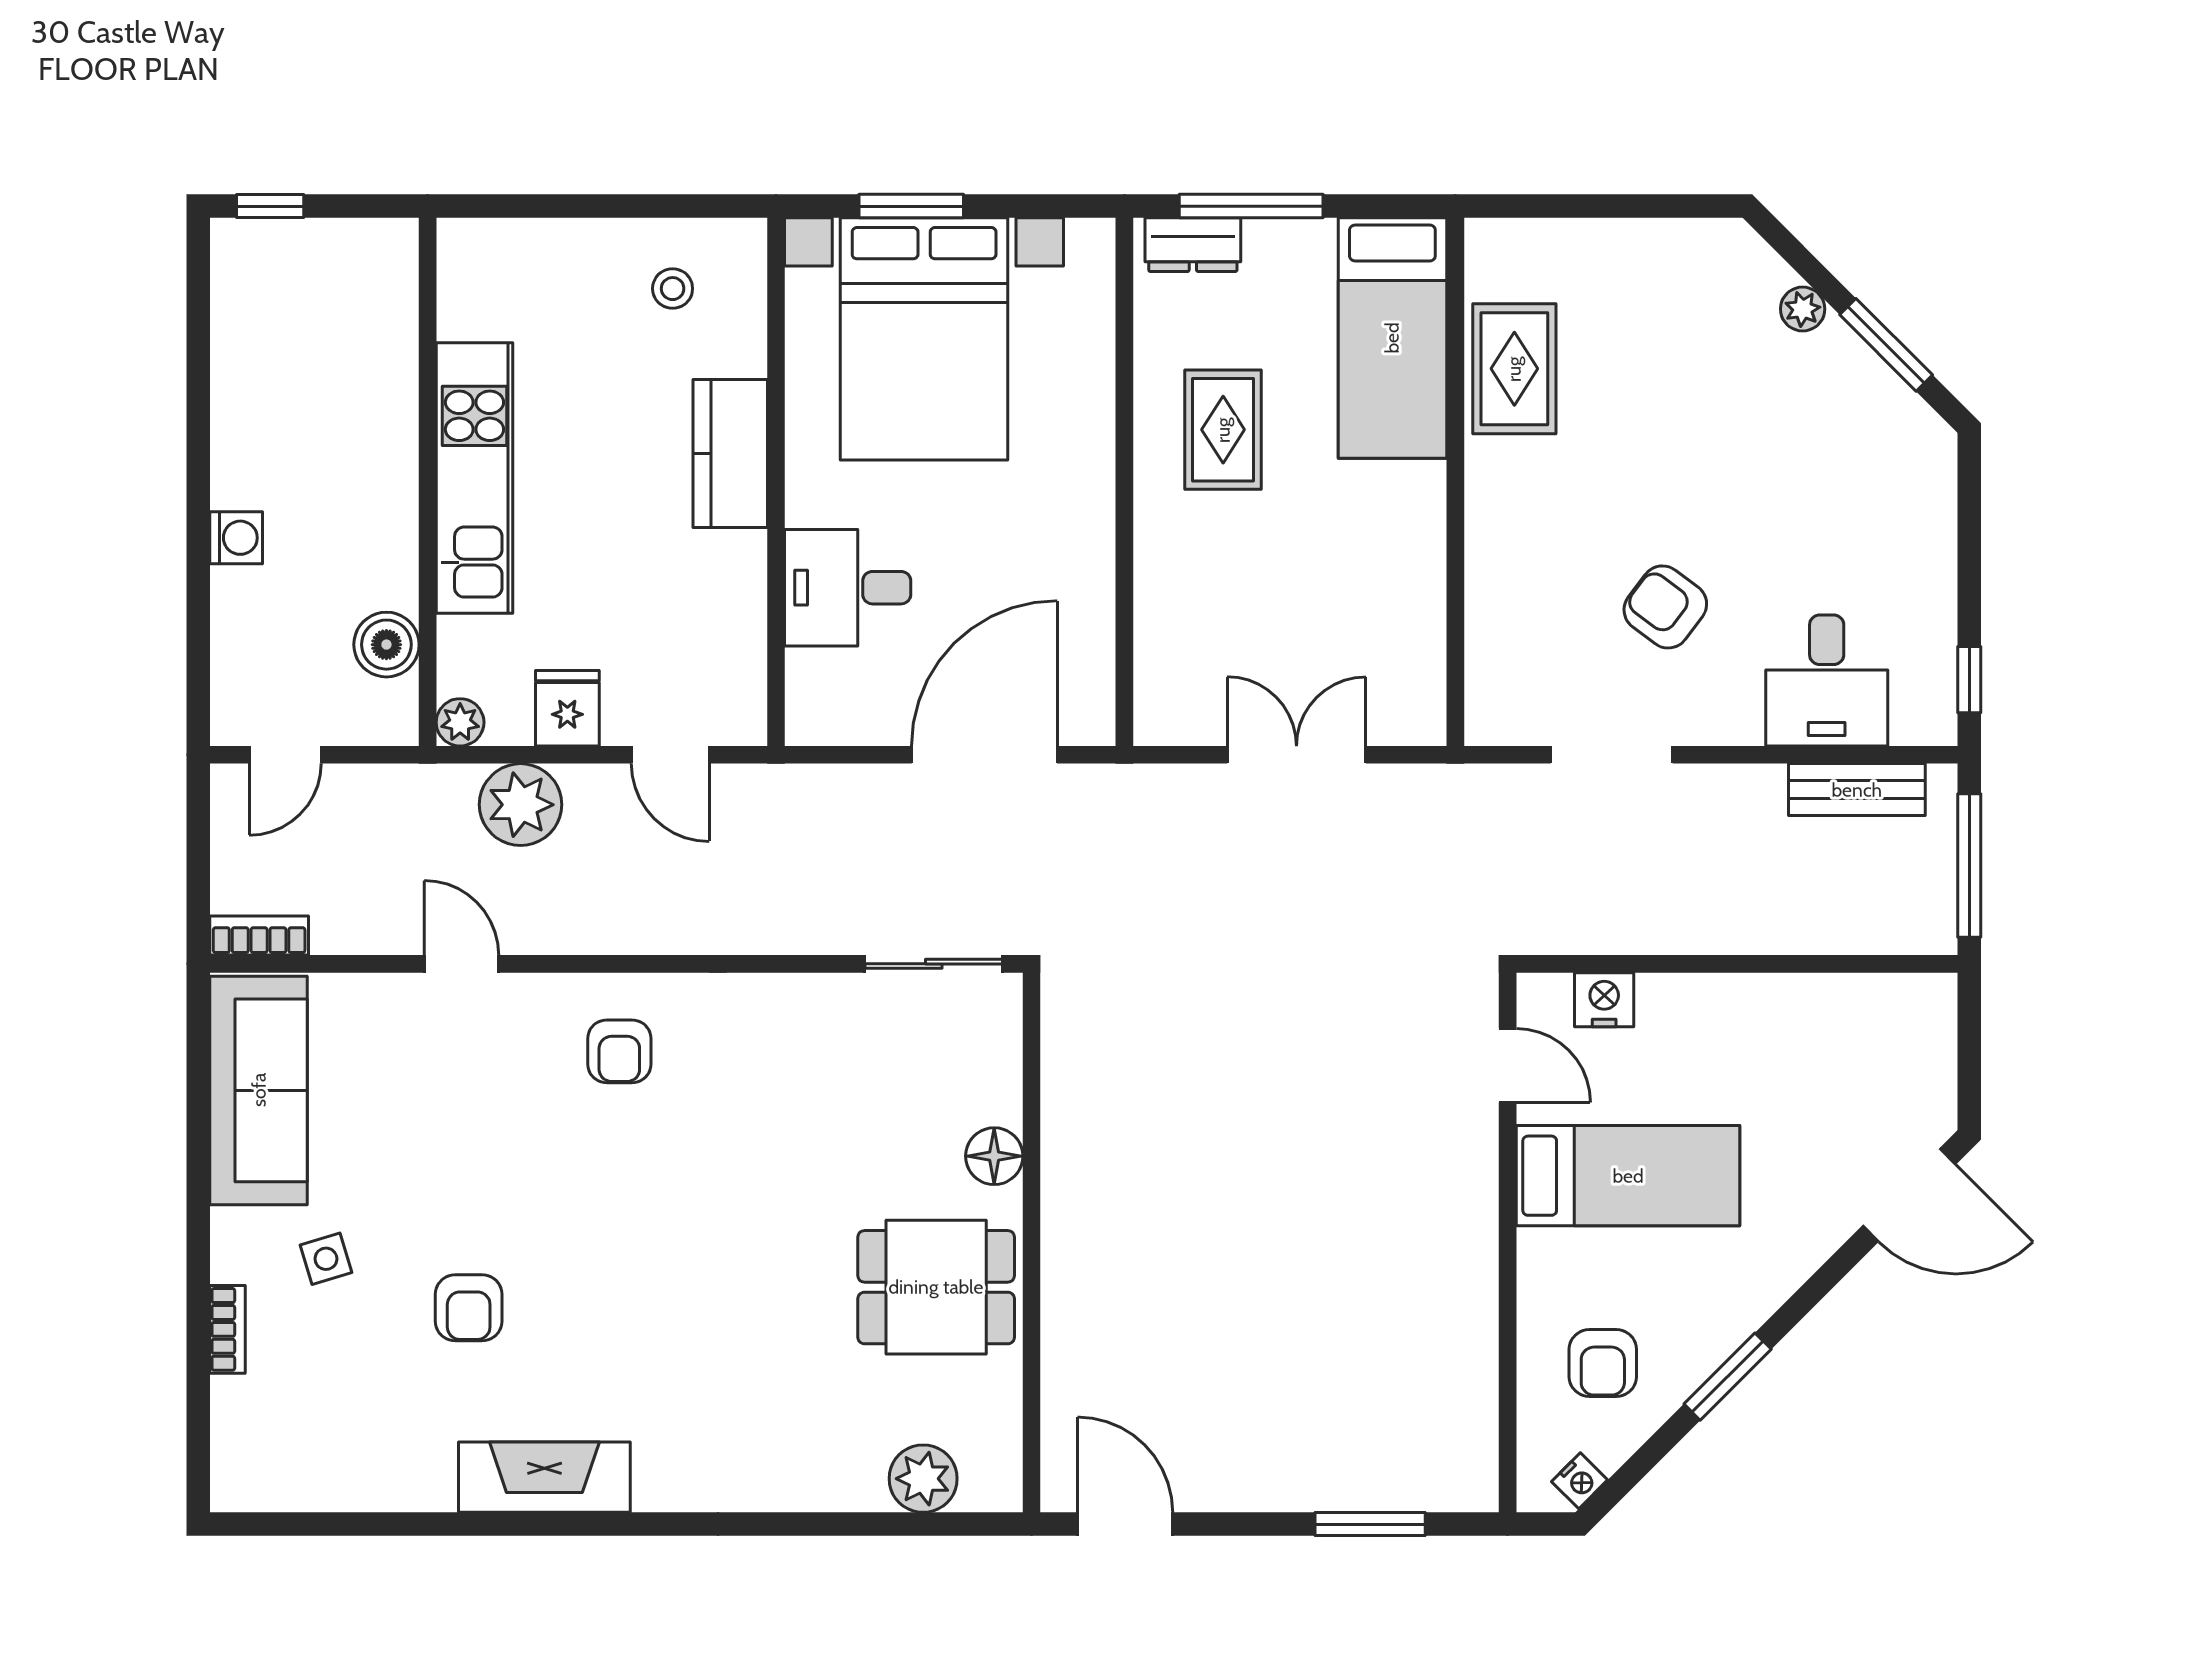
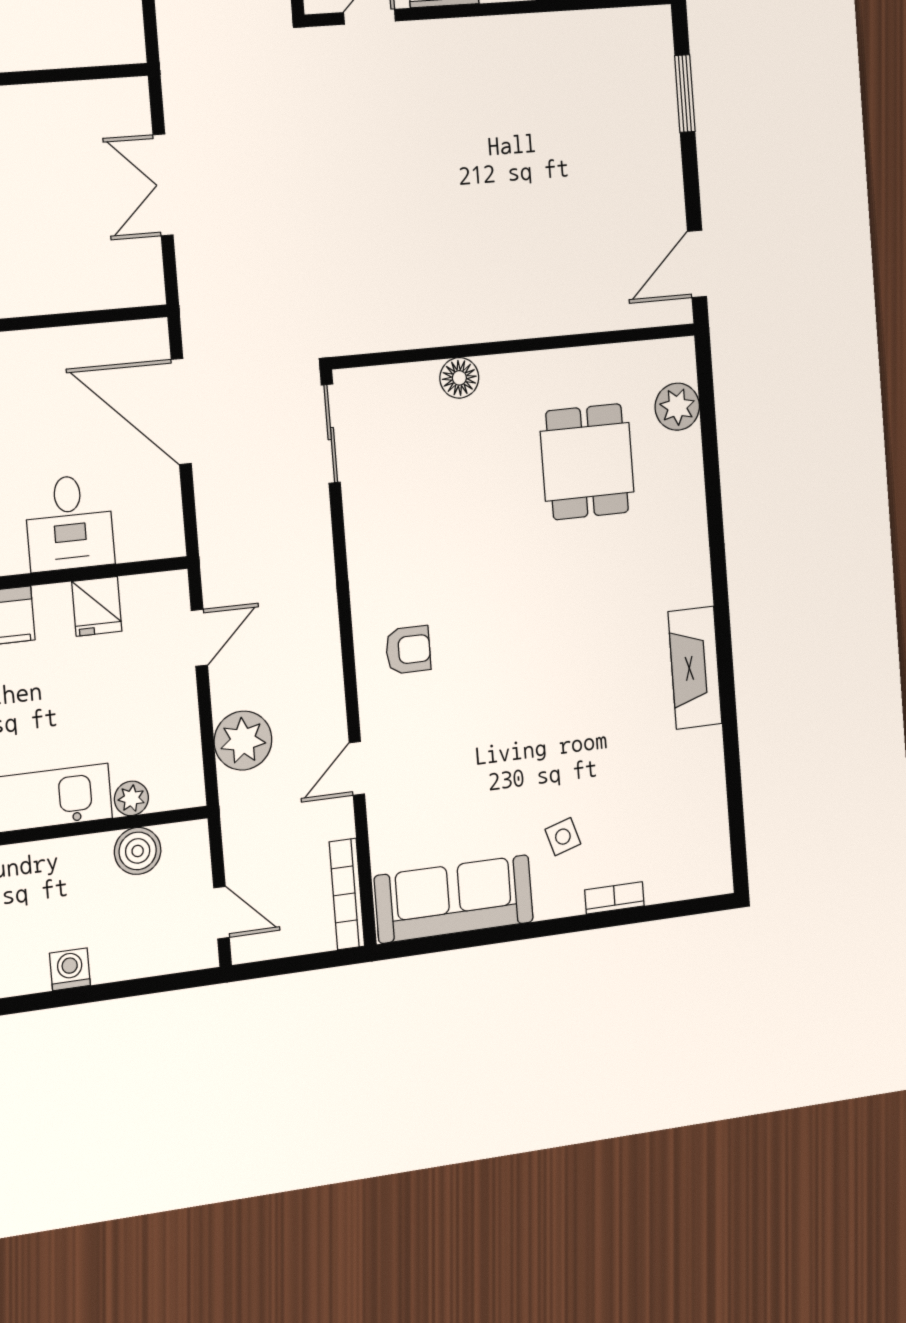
fridge: (567, 708) -> (97, 606), moved, turned -90
plant: (460, 722) -> (131, 798), moved
bookcase: (259, 935) -> (347, 894), width x1.56
dining table: (936, 1287) -> (587, 462), moved
armchair: (469, 1308) -> (588, 734), removed

